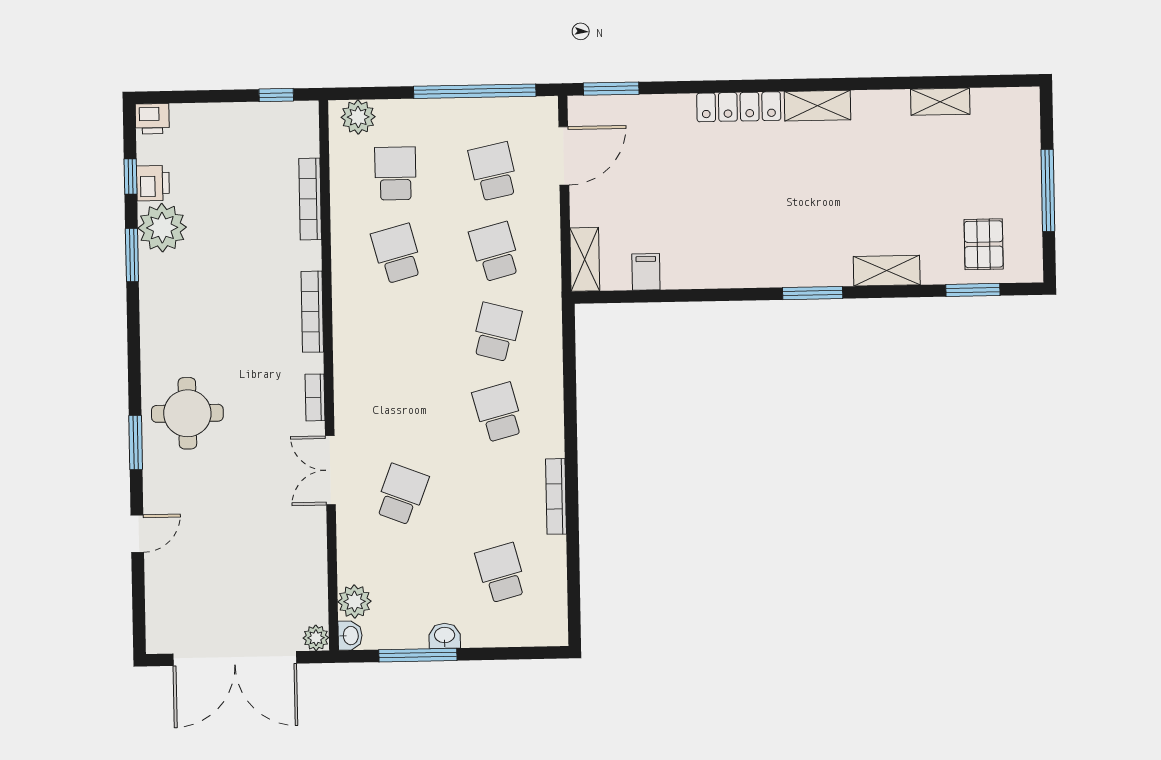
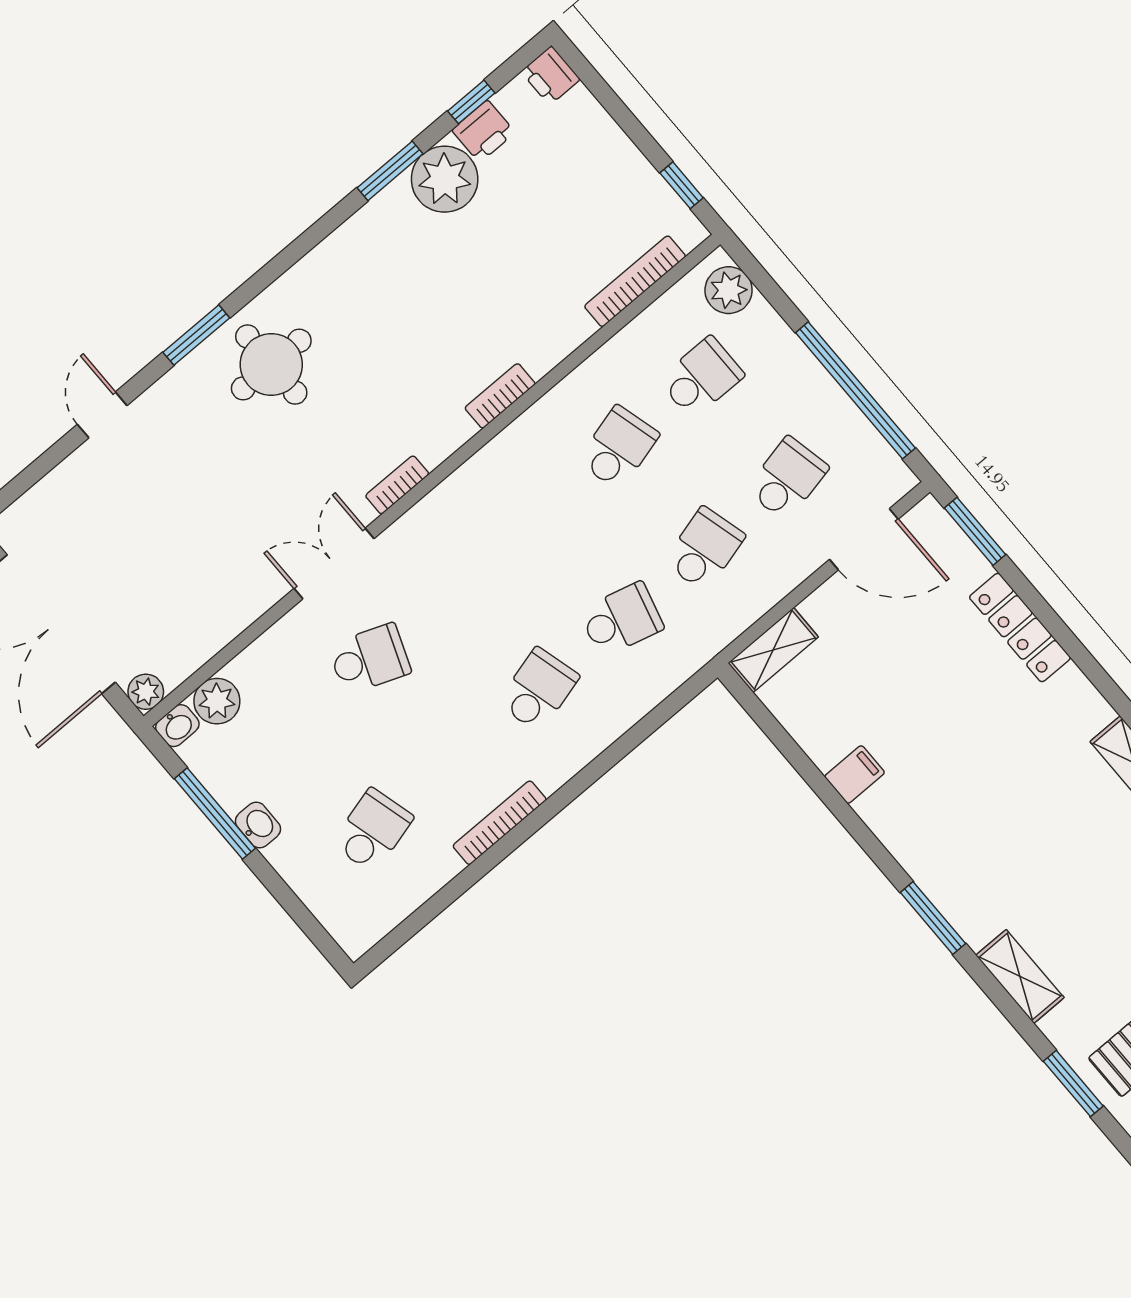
locker: (739, 107) -> (1020, 627), moved
bookcase: (310, 199) -> (635, 281), moved
filing cabinet: (646, 272) -> (855, 774), moved
bookcase: (312, 312) -> (500, 396), width x0.64
door: (137, 534) -> (102, 415), swing flipped

